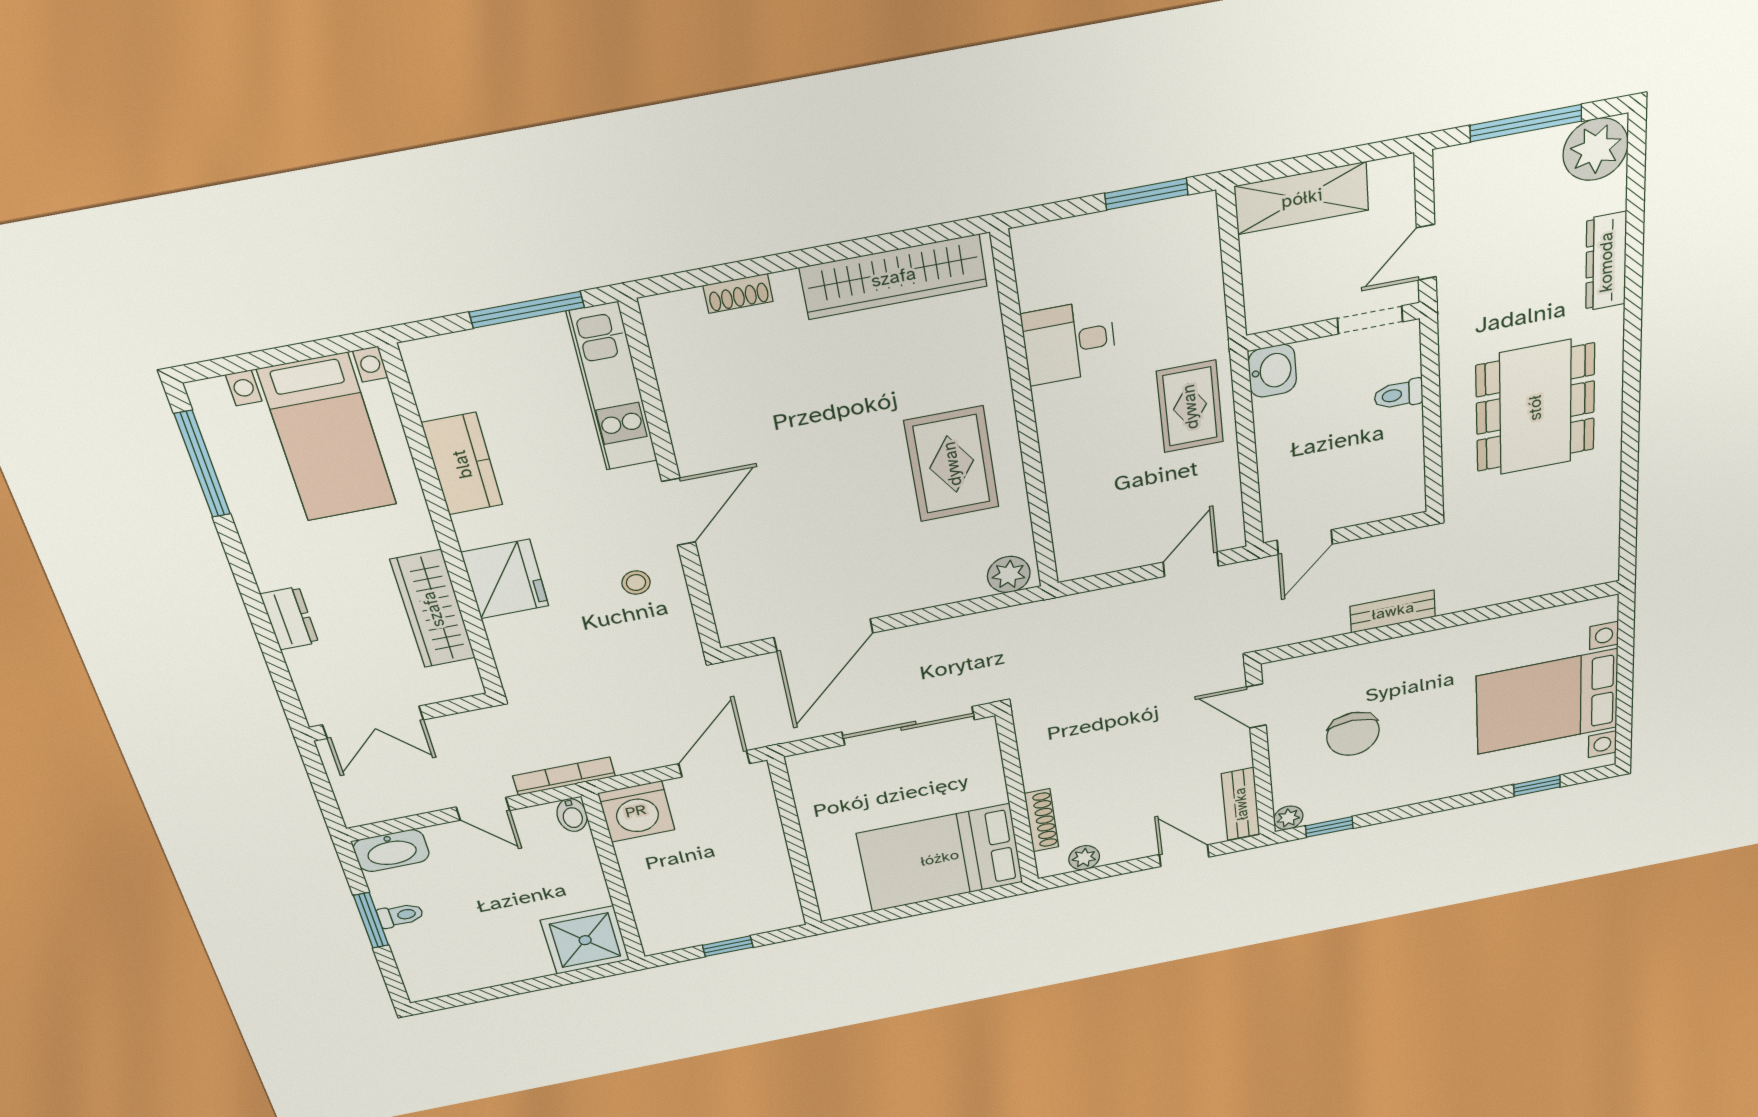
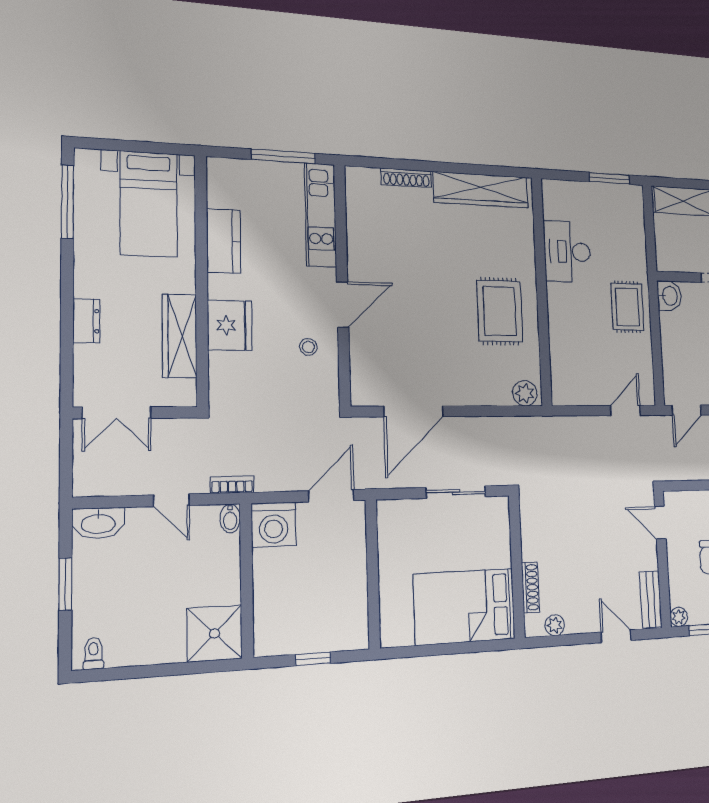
shoe rack: (738, 293) -> (406, 178), width x1.43
desk: (1069, 342) -> (567, 252), width x1.37
sliding door: (908, 726) -> (456, 492), width x0.73
bookcase: (564, 776) -> (232, 485), width x0.64
toilet: (400, 915) -> (93, 653), moved, turned -90

